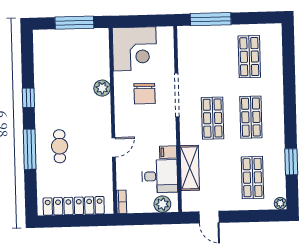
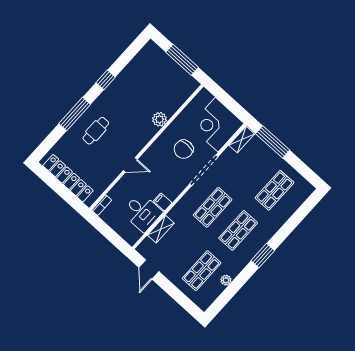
shelving: (184, 41) -> (242, 140), added
corner desk: (135, 49) -> (217, 125), moved, turned 90
window: (291, 162) -> (263, 256), moved
shelving: (190, 168) -> (161, 229), width x0.67, depth x0.75
plant: (280, 203) -> (226, 280), moved
plant: (162, 204) -> (127, 232), removed

